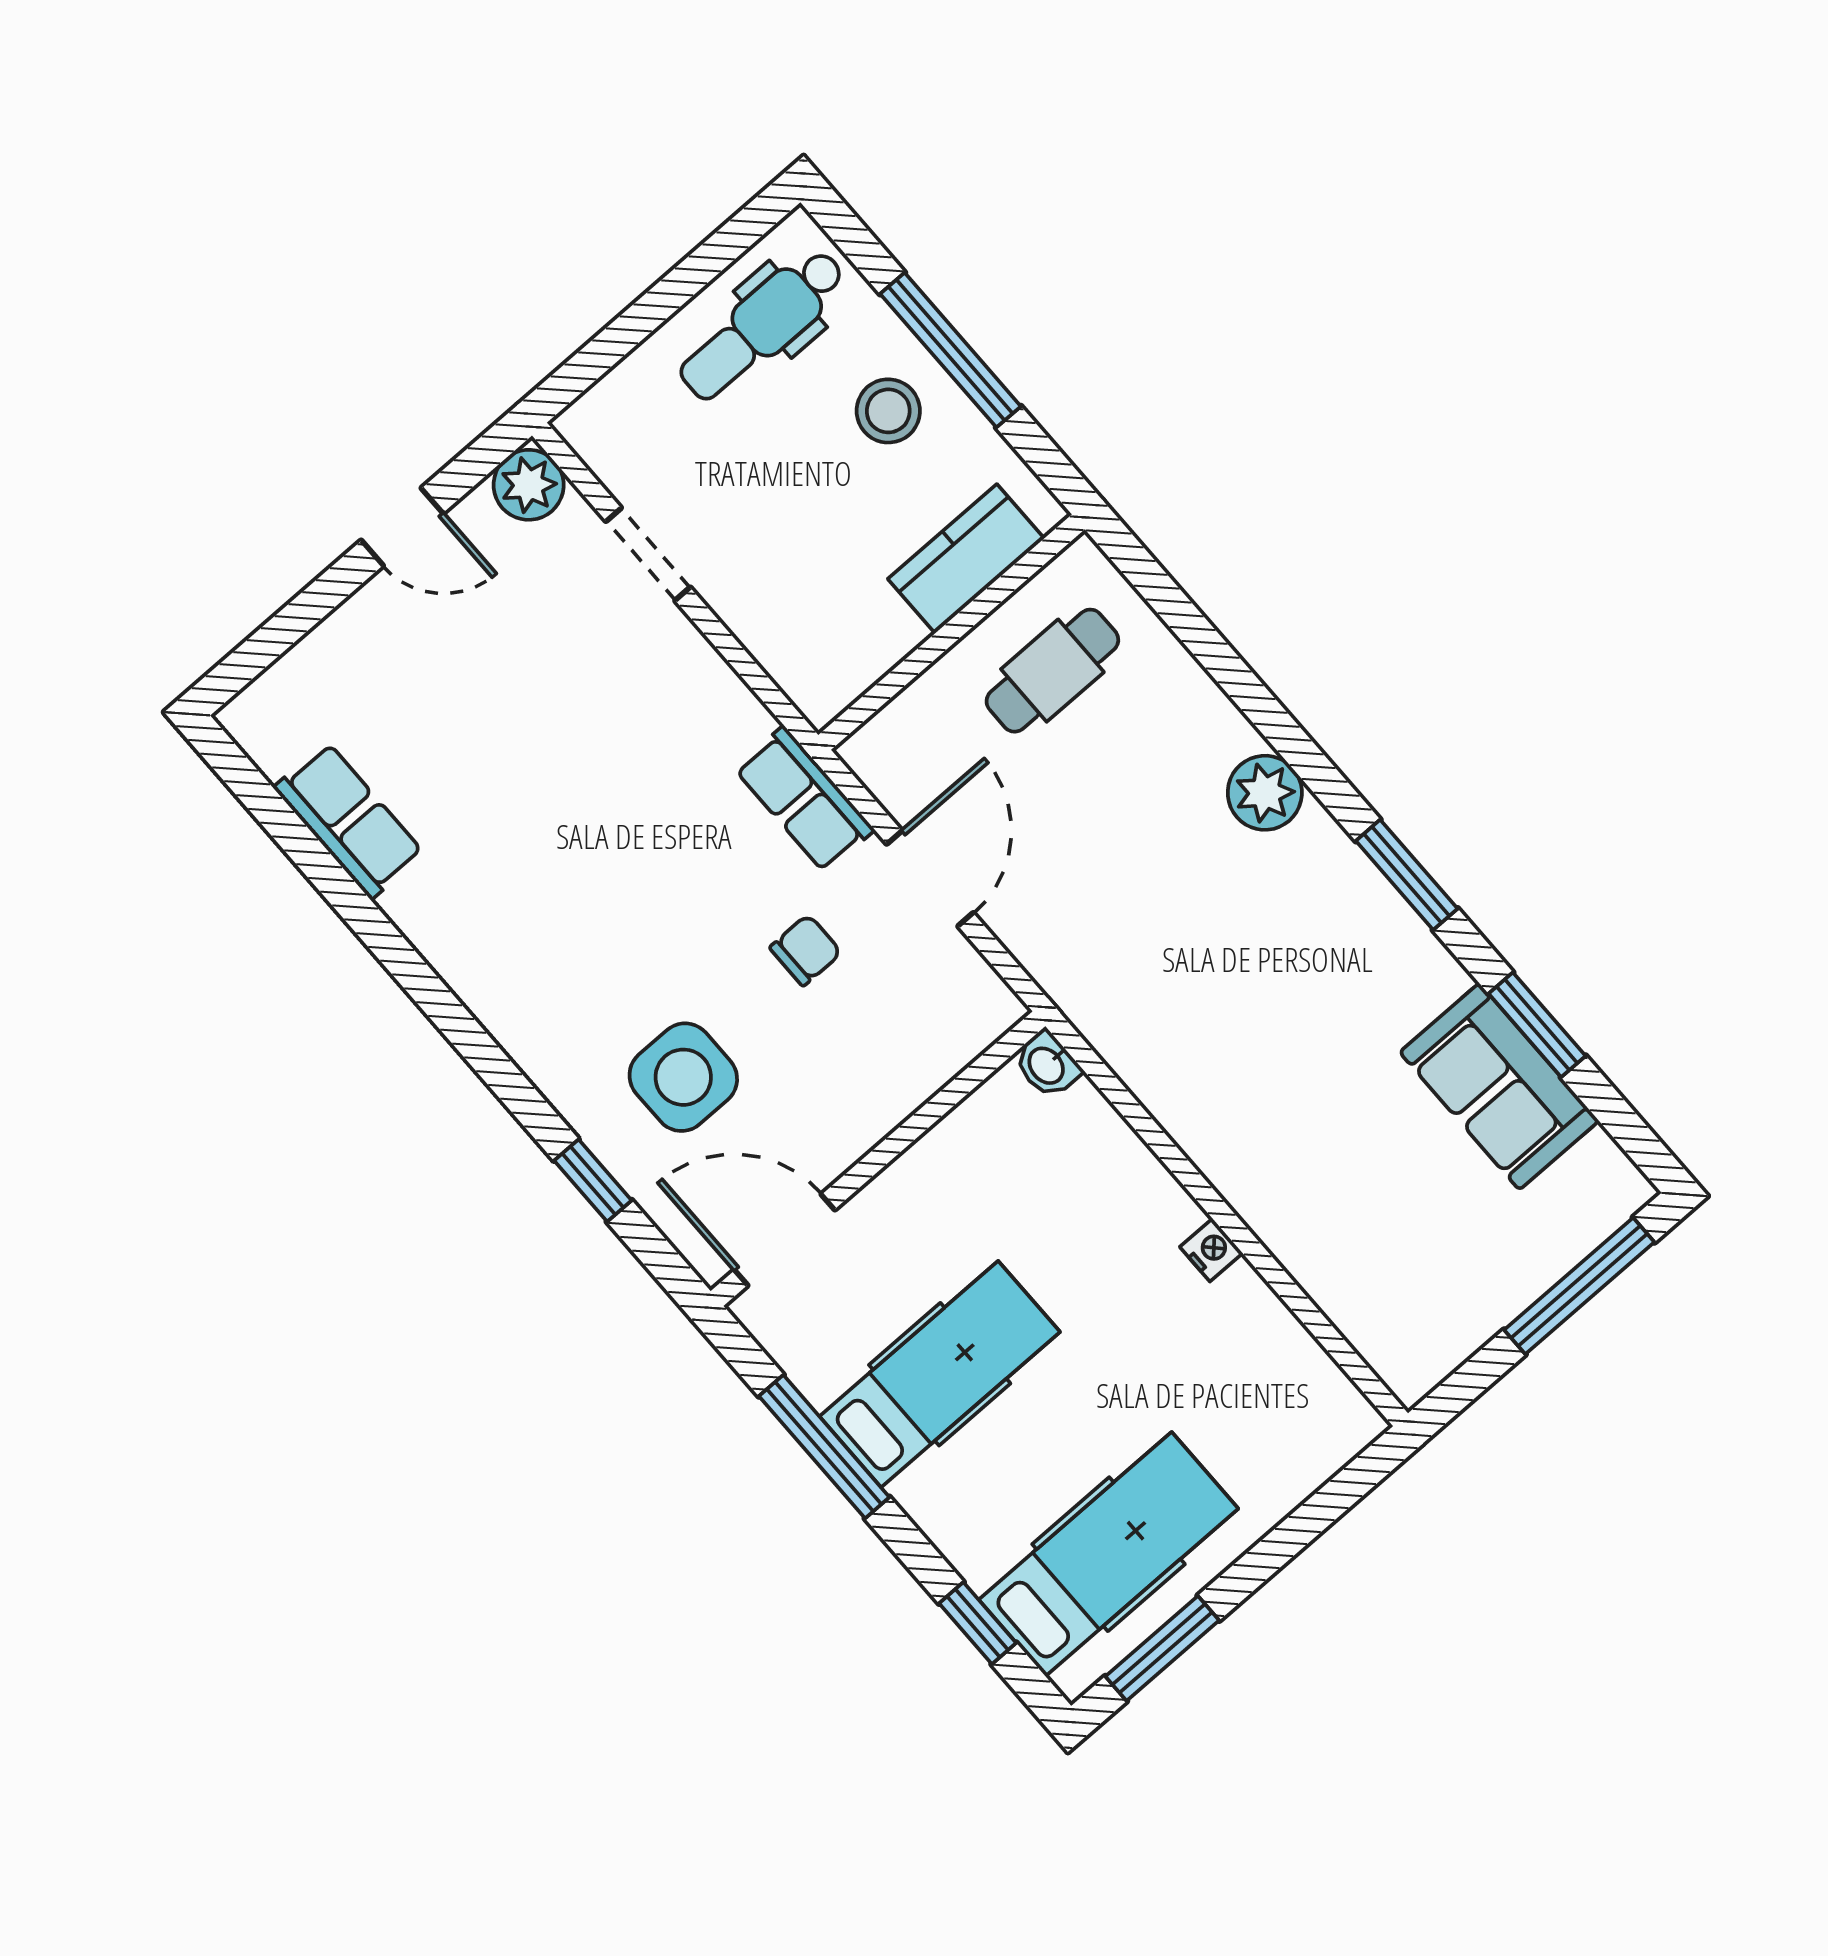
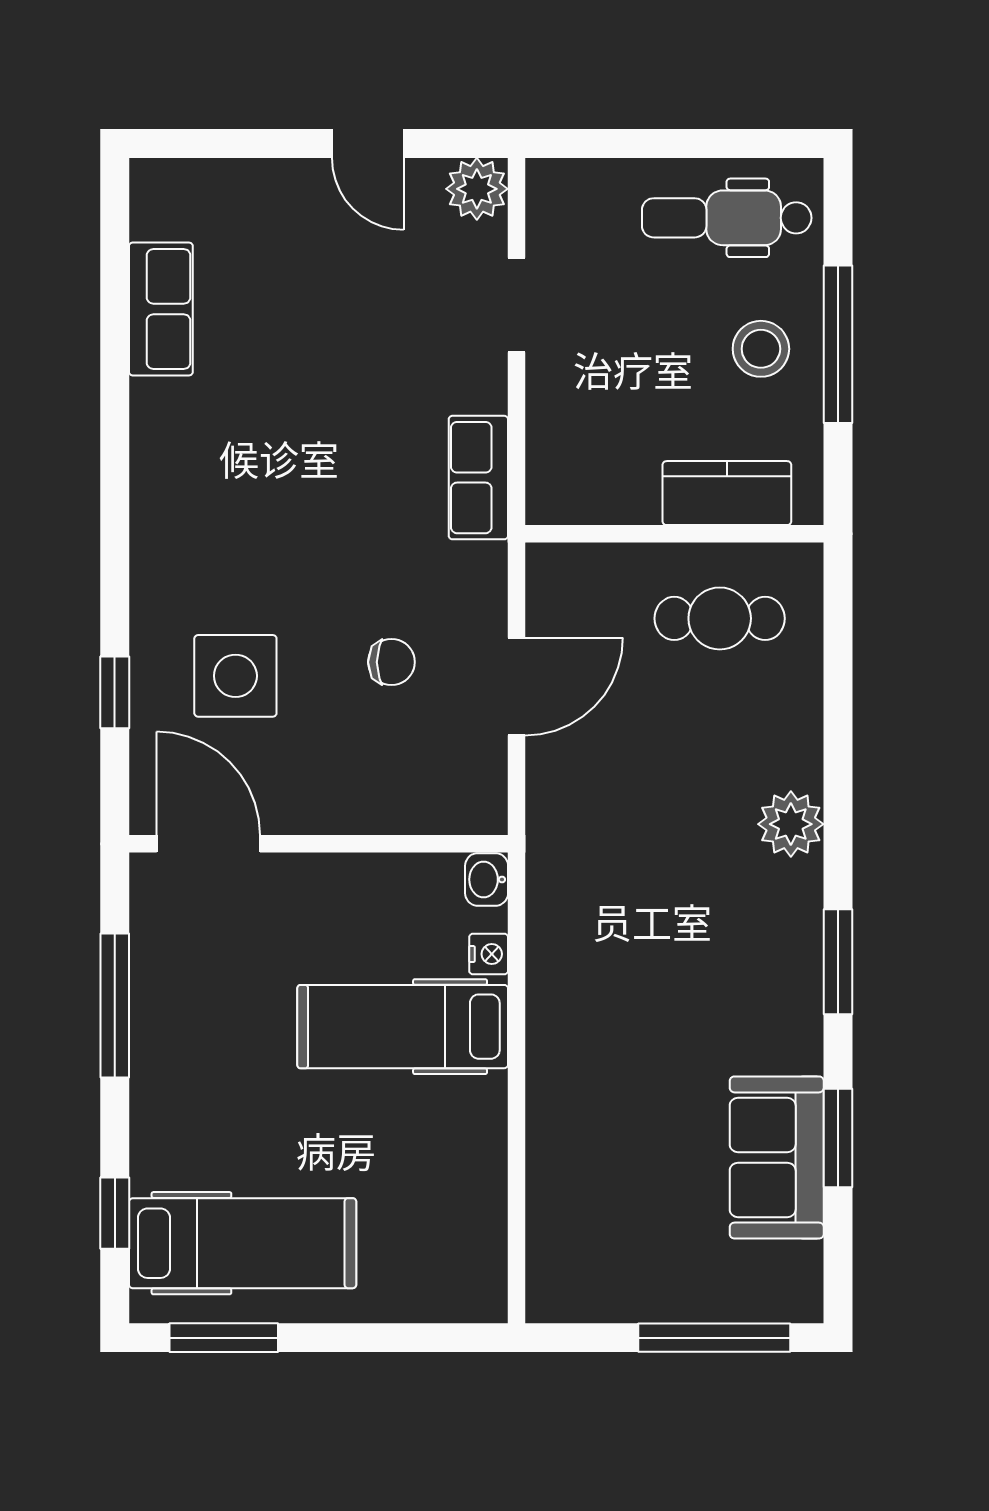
row of seats: (804, 799) -> (478, 478), moved
nightstand: (1211, 1250) -> (489, 954), moved
hospital bed: (940, 1374) -> (403, 1027), moved, turned 180

